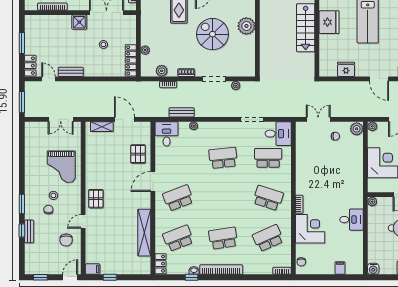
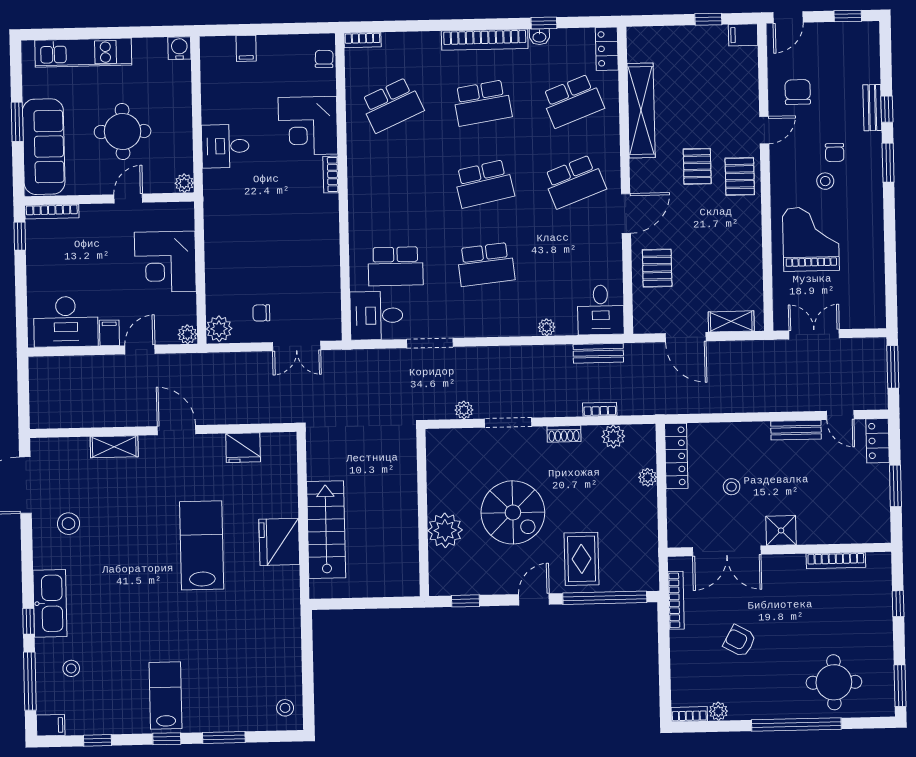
bench: (182, 112) -> (598, 353), moved
school desk: (268, 198) -> (484, 184), moved, turned -30
pallet: (117, 204) -> (697, 166), added

